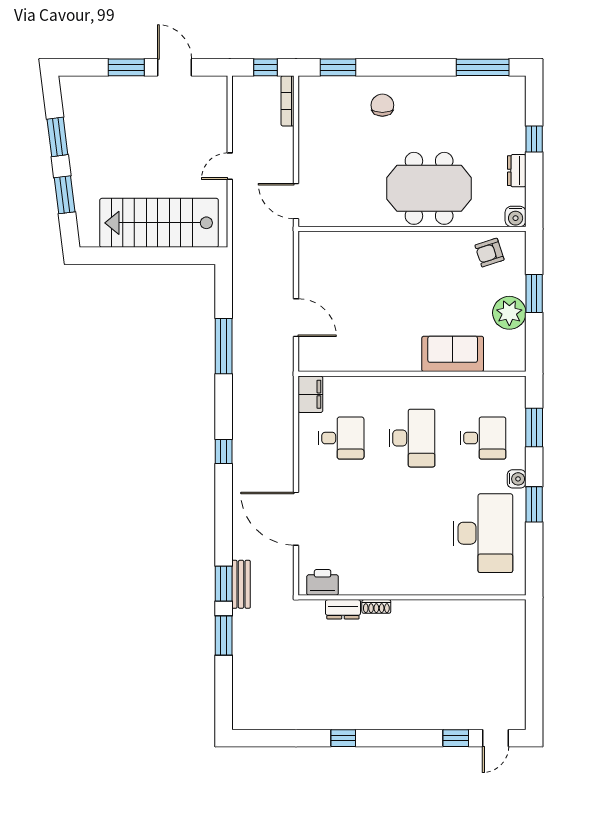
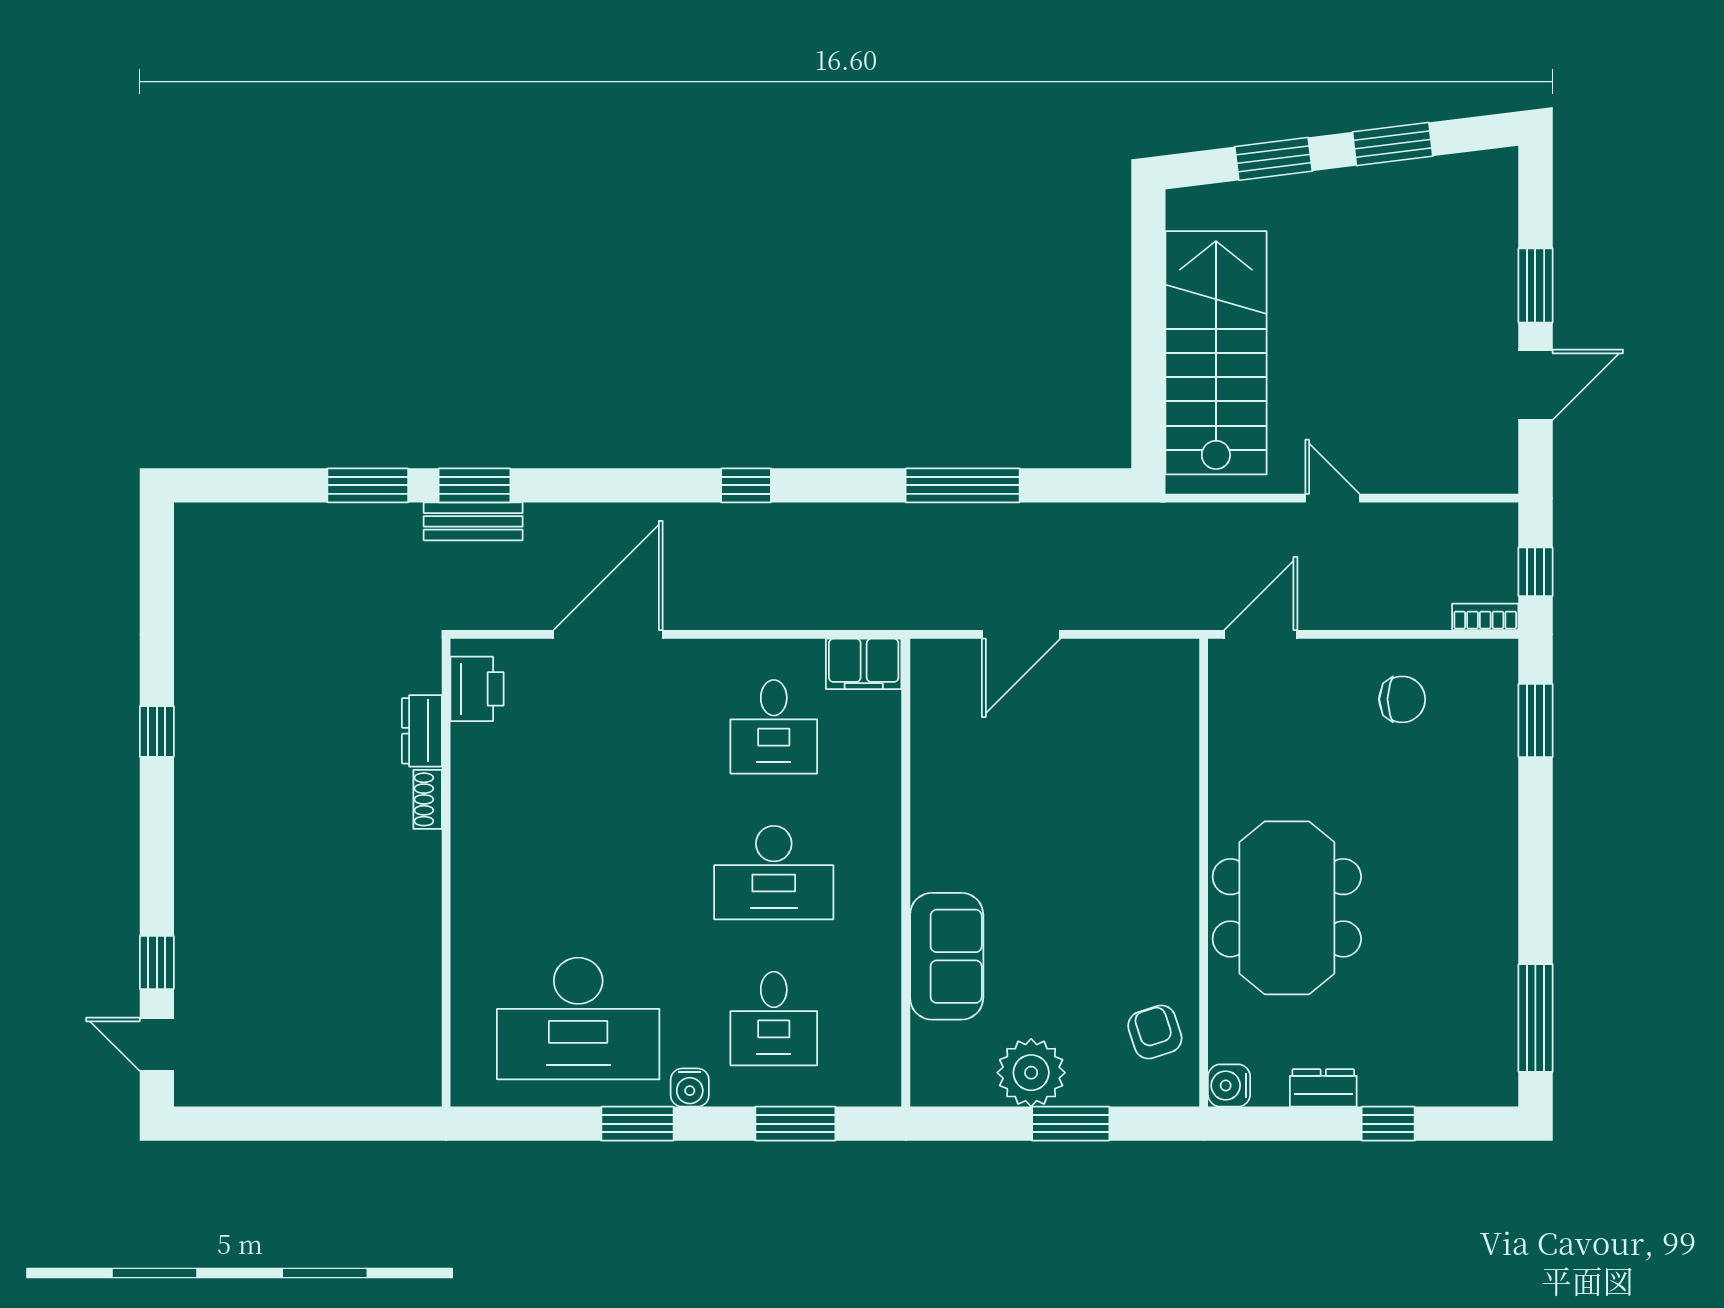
bookcase: (287, 101) -> (1485, 617), width x0.64
chair: (382, 105) -> (1402, 699), moved

